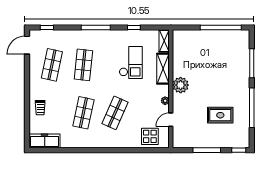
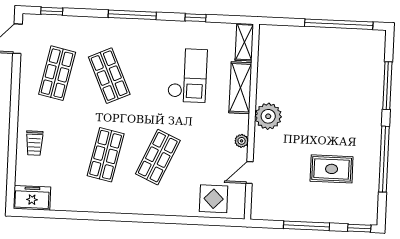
shop shelf: (83, 65) -> (109, 76), turned -30
freezer: (45, 141) -> (32, 198), width x0.71

